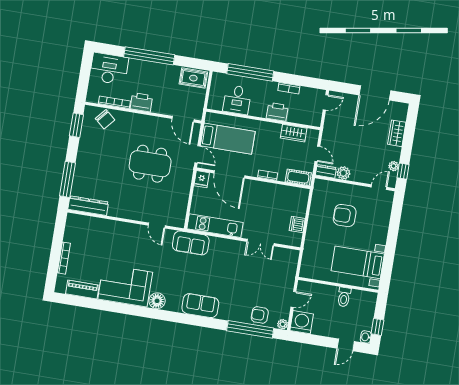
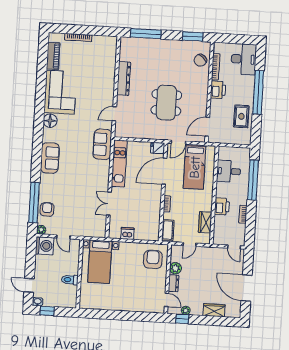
rug: (193, 78) -> (241, 116), moved
dresser: (326, 171) -> (174, 283), moved
dresser: (88, 206) -> (124, 78), moved
armchair: (345, 216) -> (153, 259), moved
bed with nightstands: (358, 262) -> (100, 262), moved, turned 180

